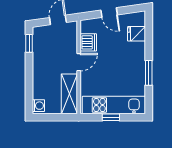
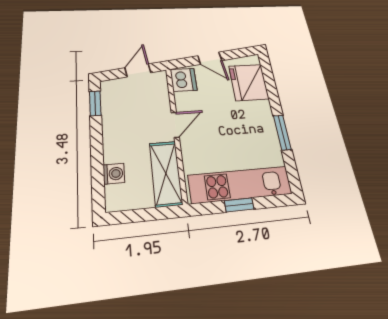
fridge: (136, 34) -> (249, 82), width x1.88, depth x1.34
dishwasher: (88, 42) -> (184, 80), moved
washing machine: (38, 106) -> (114, 174), moved

